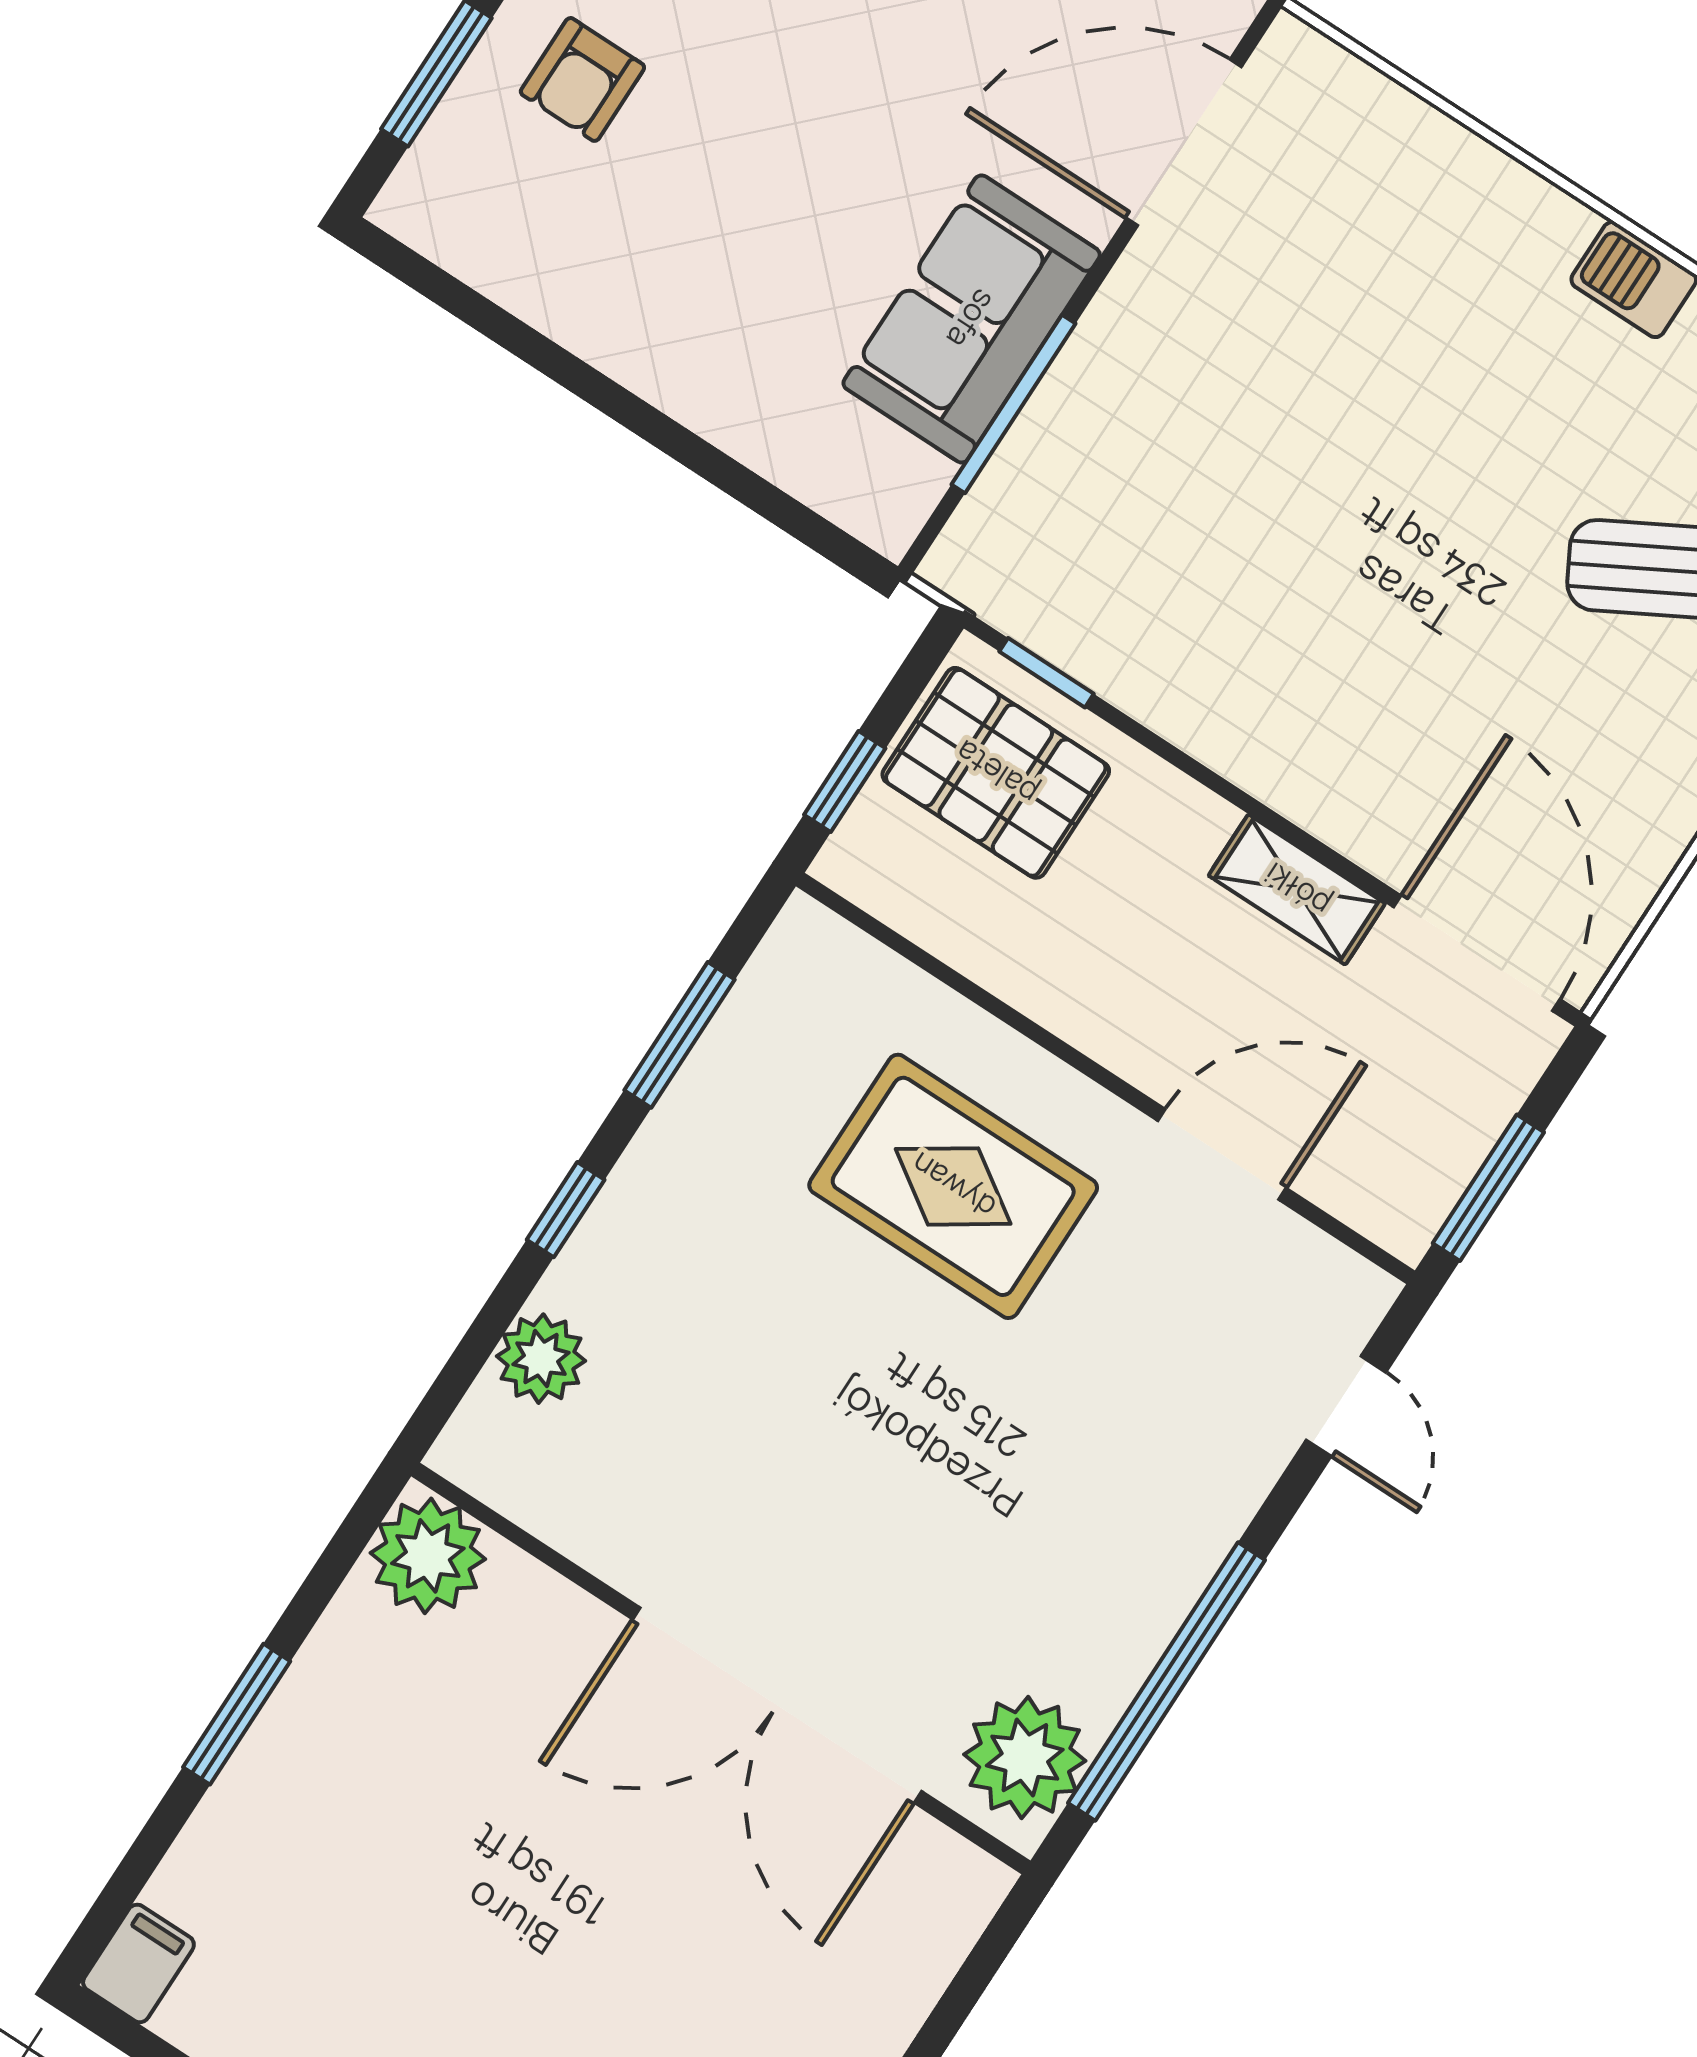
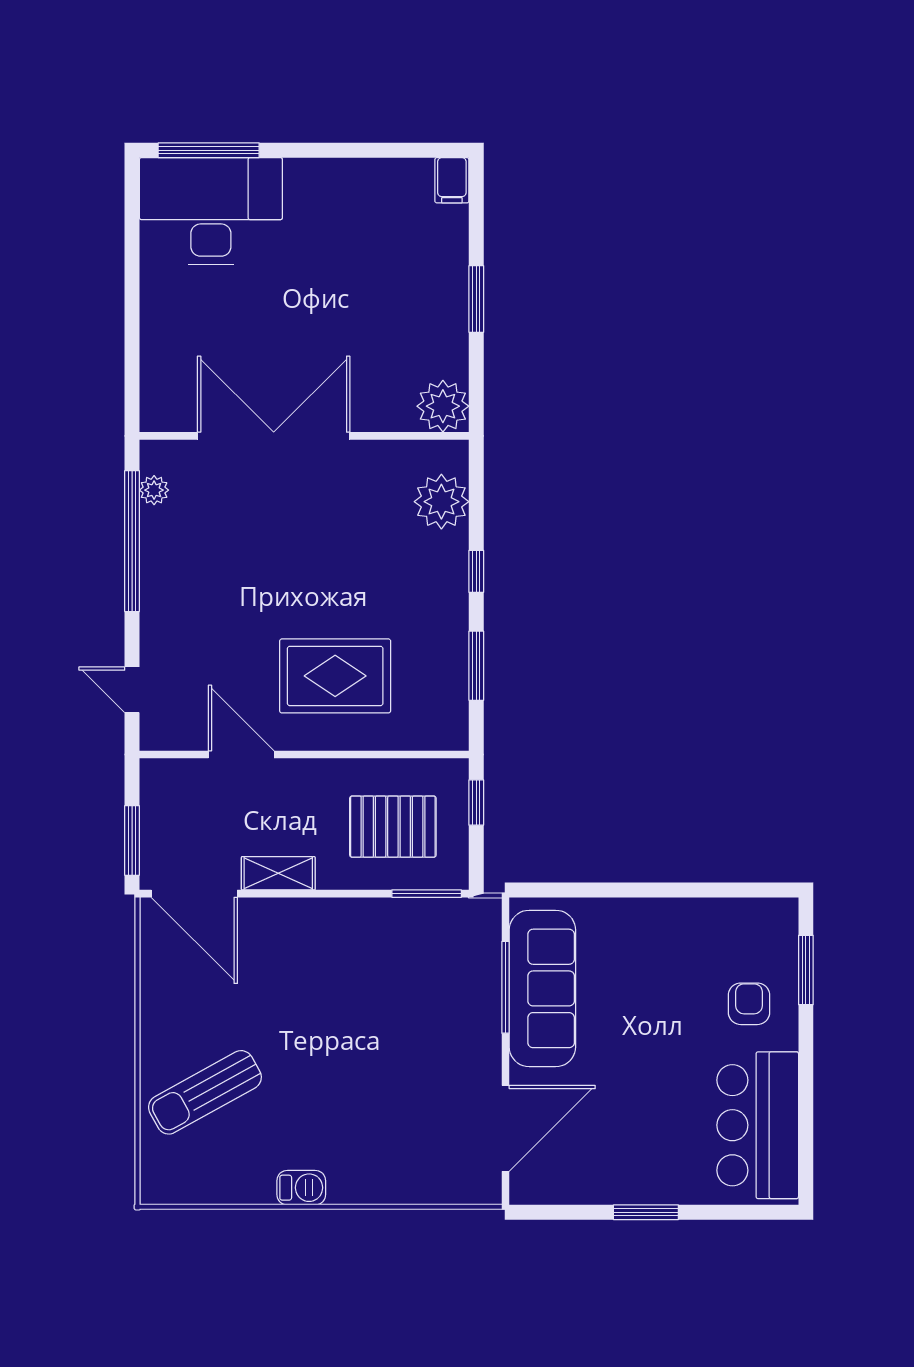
sofa: (972, 319) -> (542, 988), width x1.36
window: (1047, 673) -> (427, 894), width x1.50
pallet: (996, 773) -> (393, 827), moved
door: (1222, 1154) -> (241, 754), swing flipped
window: (1488, 1188) -> (132, 840), moved
plant: (541, 1359) -> (441, 502), width x1.36, depth x1.36
plant: (1025, 1758) -> (154, 490), width x0.53, depth x0.53

